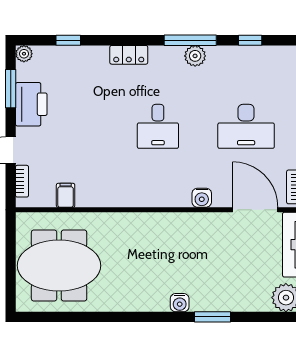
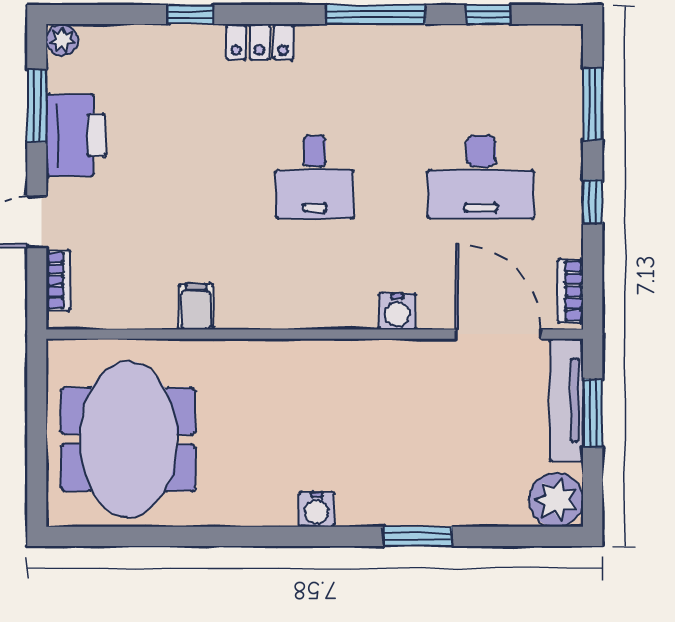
window: (68, 40) -> (191, 14), moved
plant: (195, 56) -> (385, 44), removed
filing cabinet: (66, 195) -> (196, 307), moved
meeting table: (59, 266) -> (128, 439), turned 90
water cooler: (180, 303) -> (317, 509), moved

